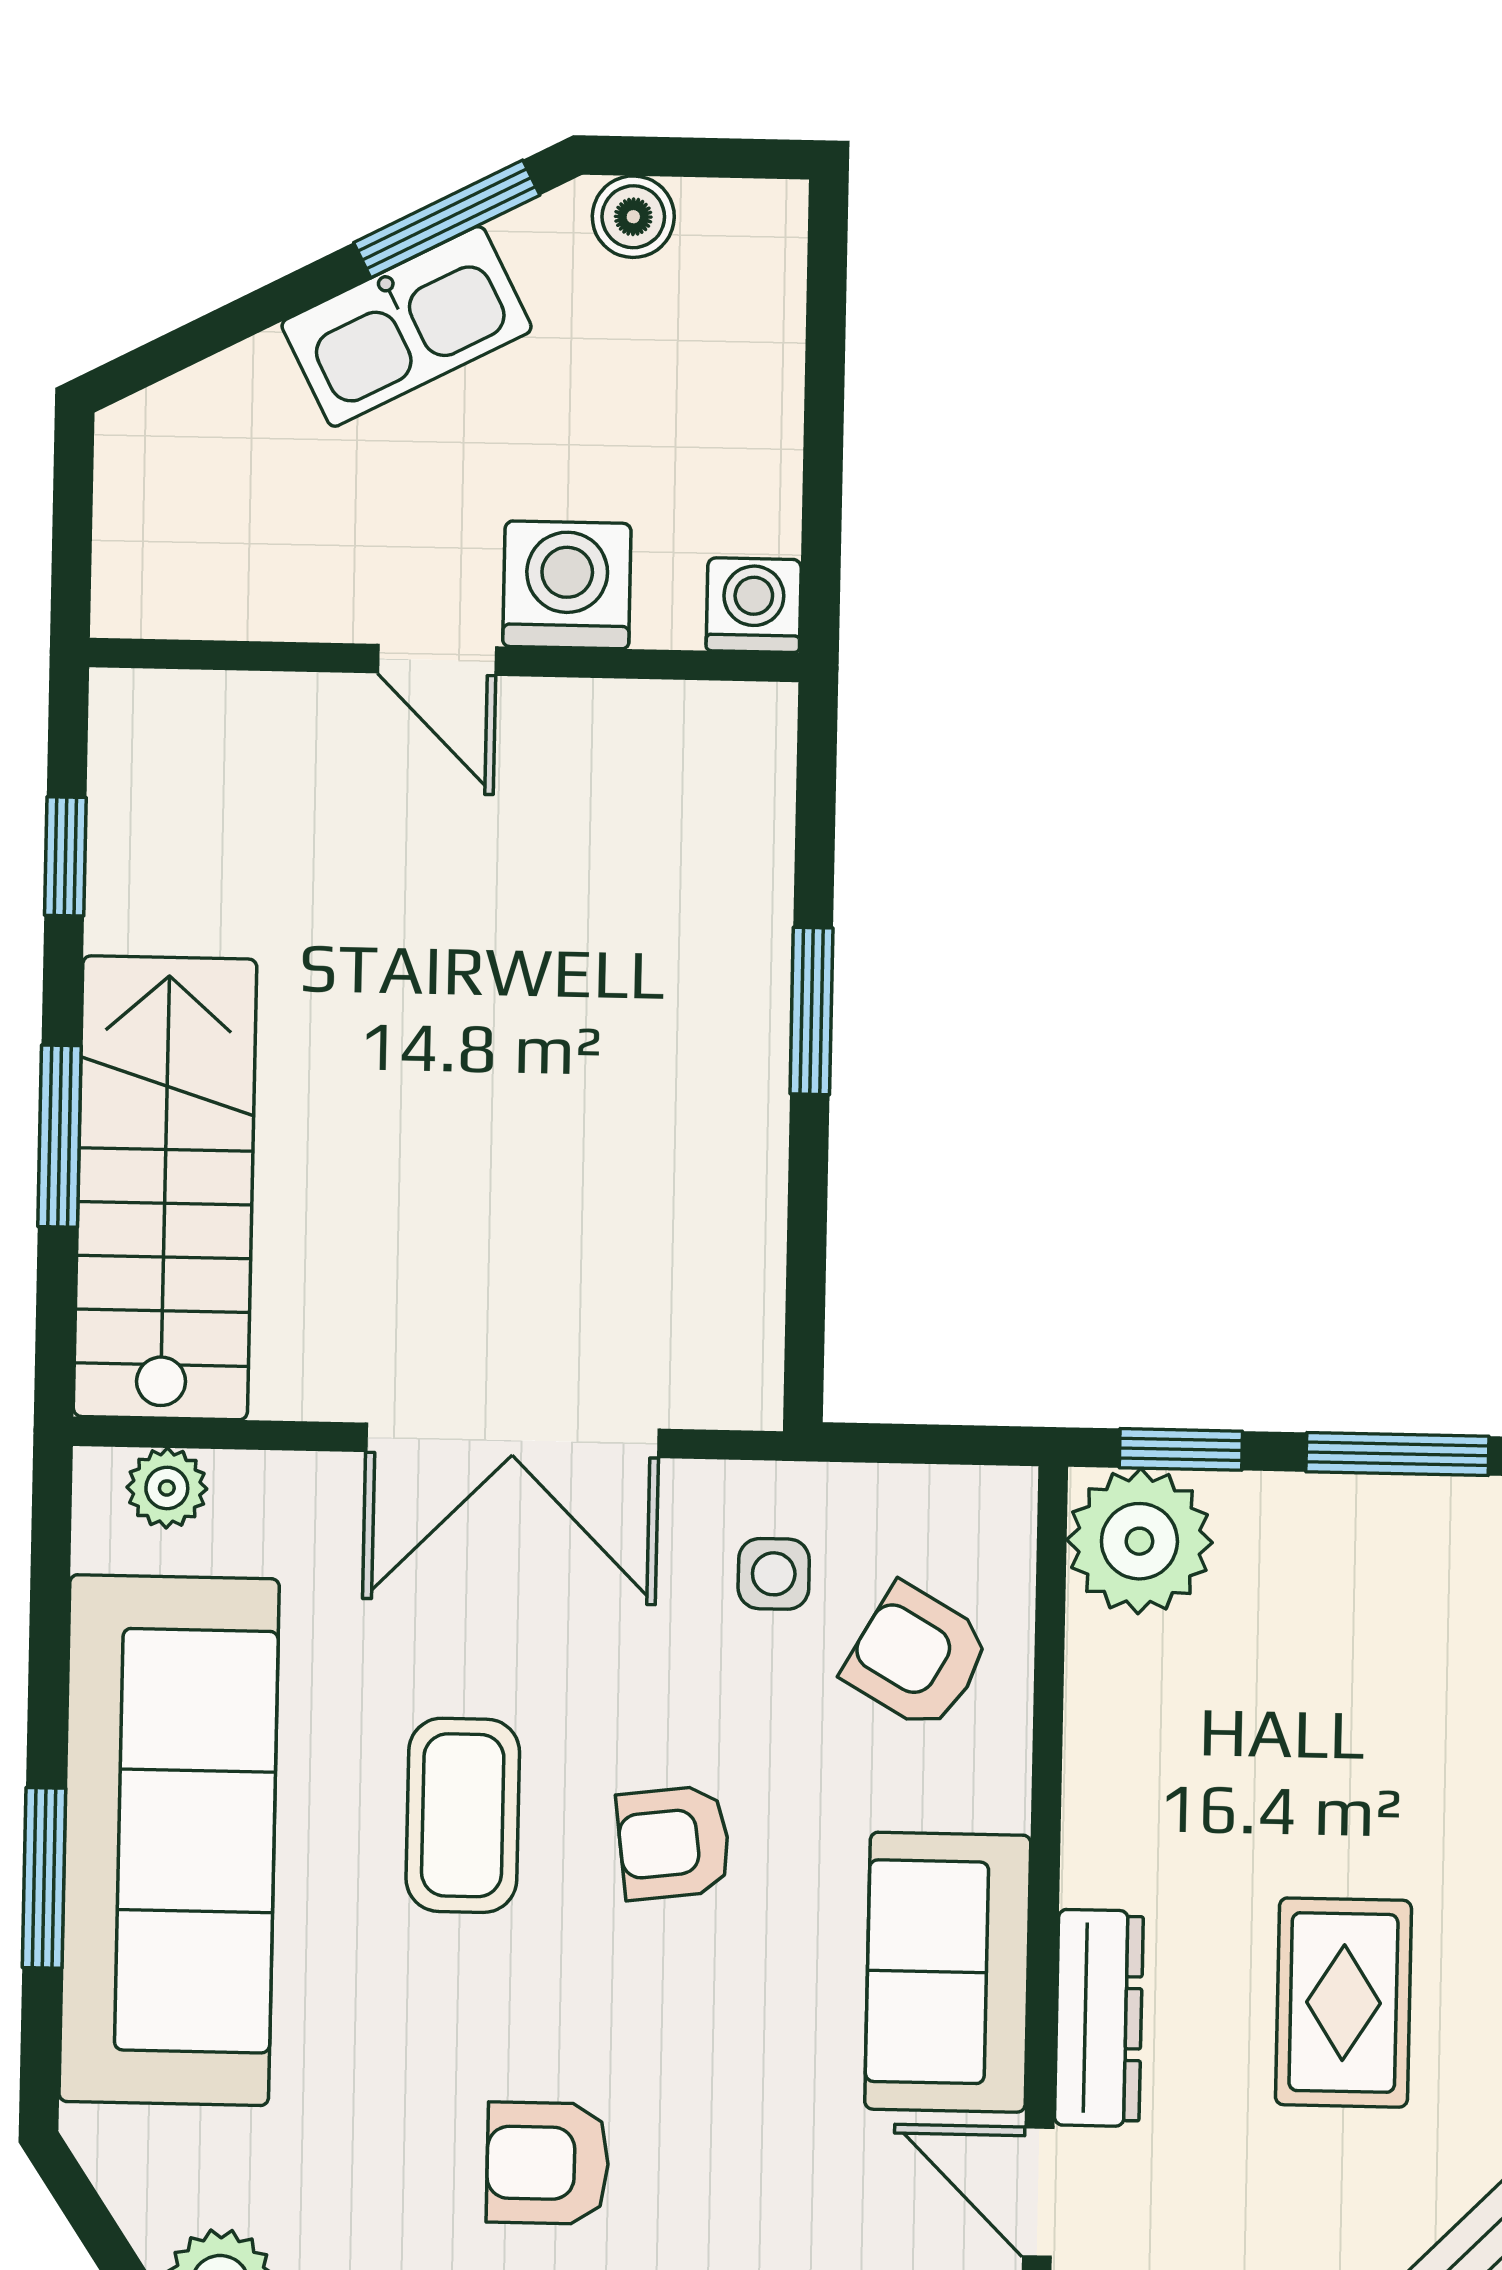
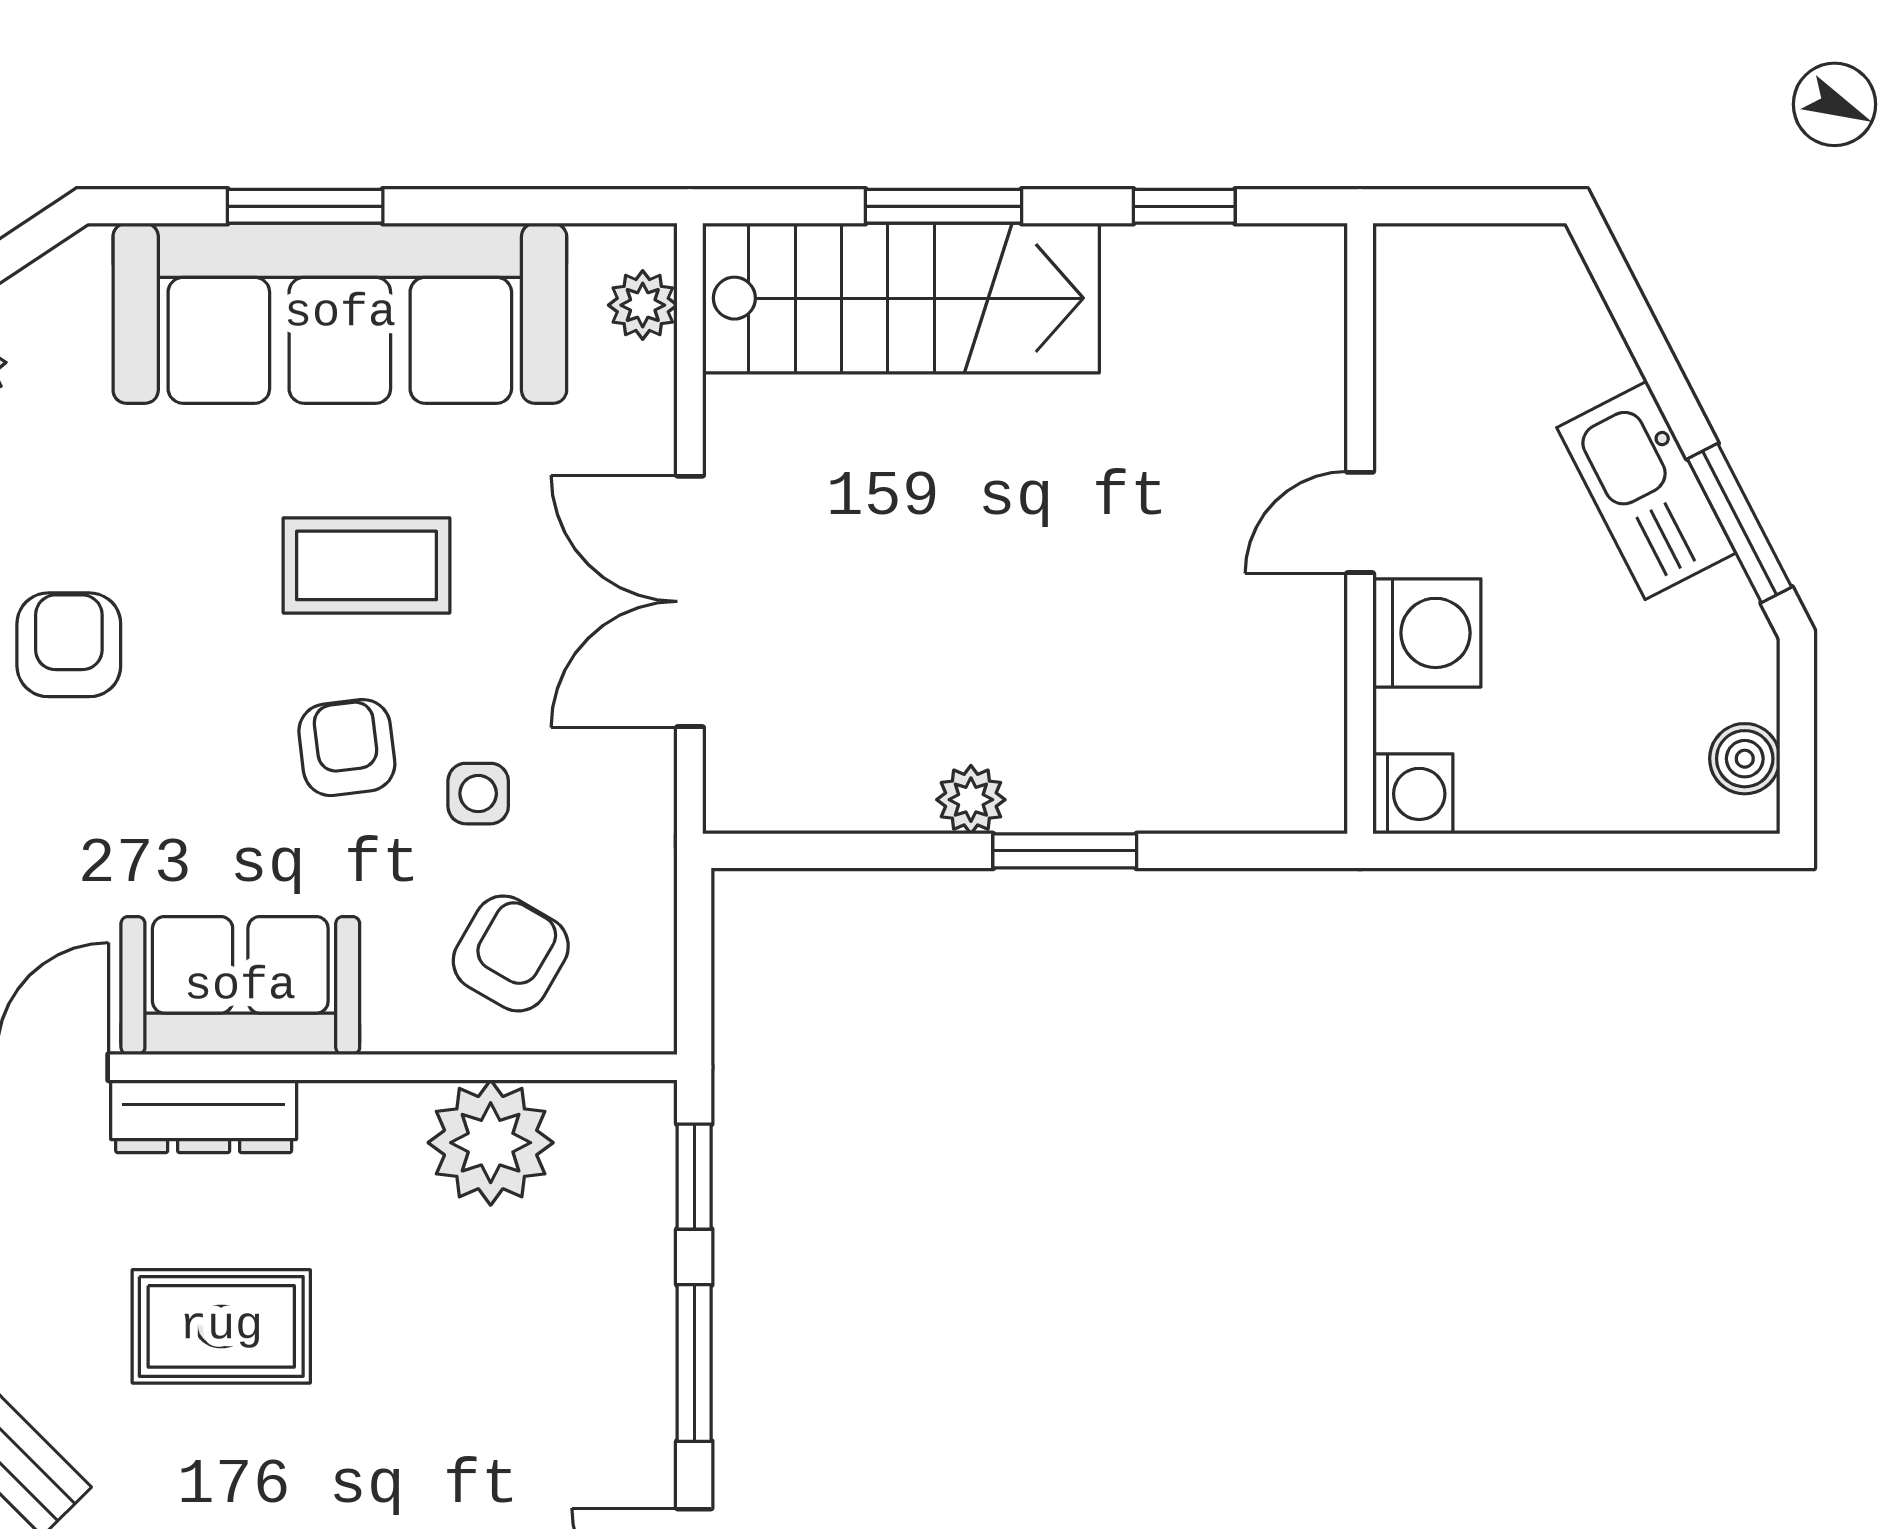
boiler: (633, 217) -> (1745, 759), moved
plant: (750, 1119) -> (971, 800), added
plant: (1139, 1541) -> (491, 1143), moved
side table: (774, 1574) -> (478, 794), moved

